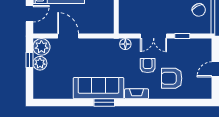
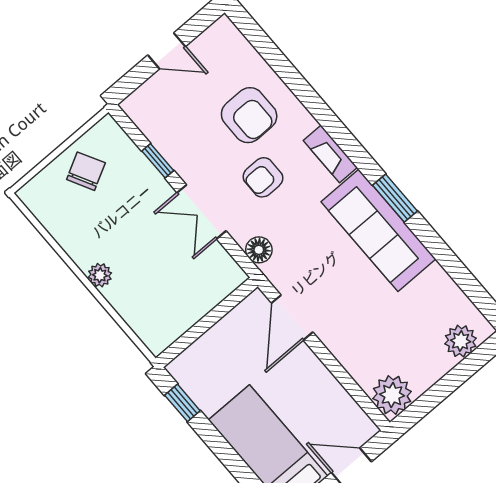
door: (68, 36) -> (292, 318), moved
double door: (154, 36) -> (201, 212), swing flipped
window: (29, 60) -> (434, 396), removed
plant: (40, 63) -> (461, 341), moved

